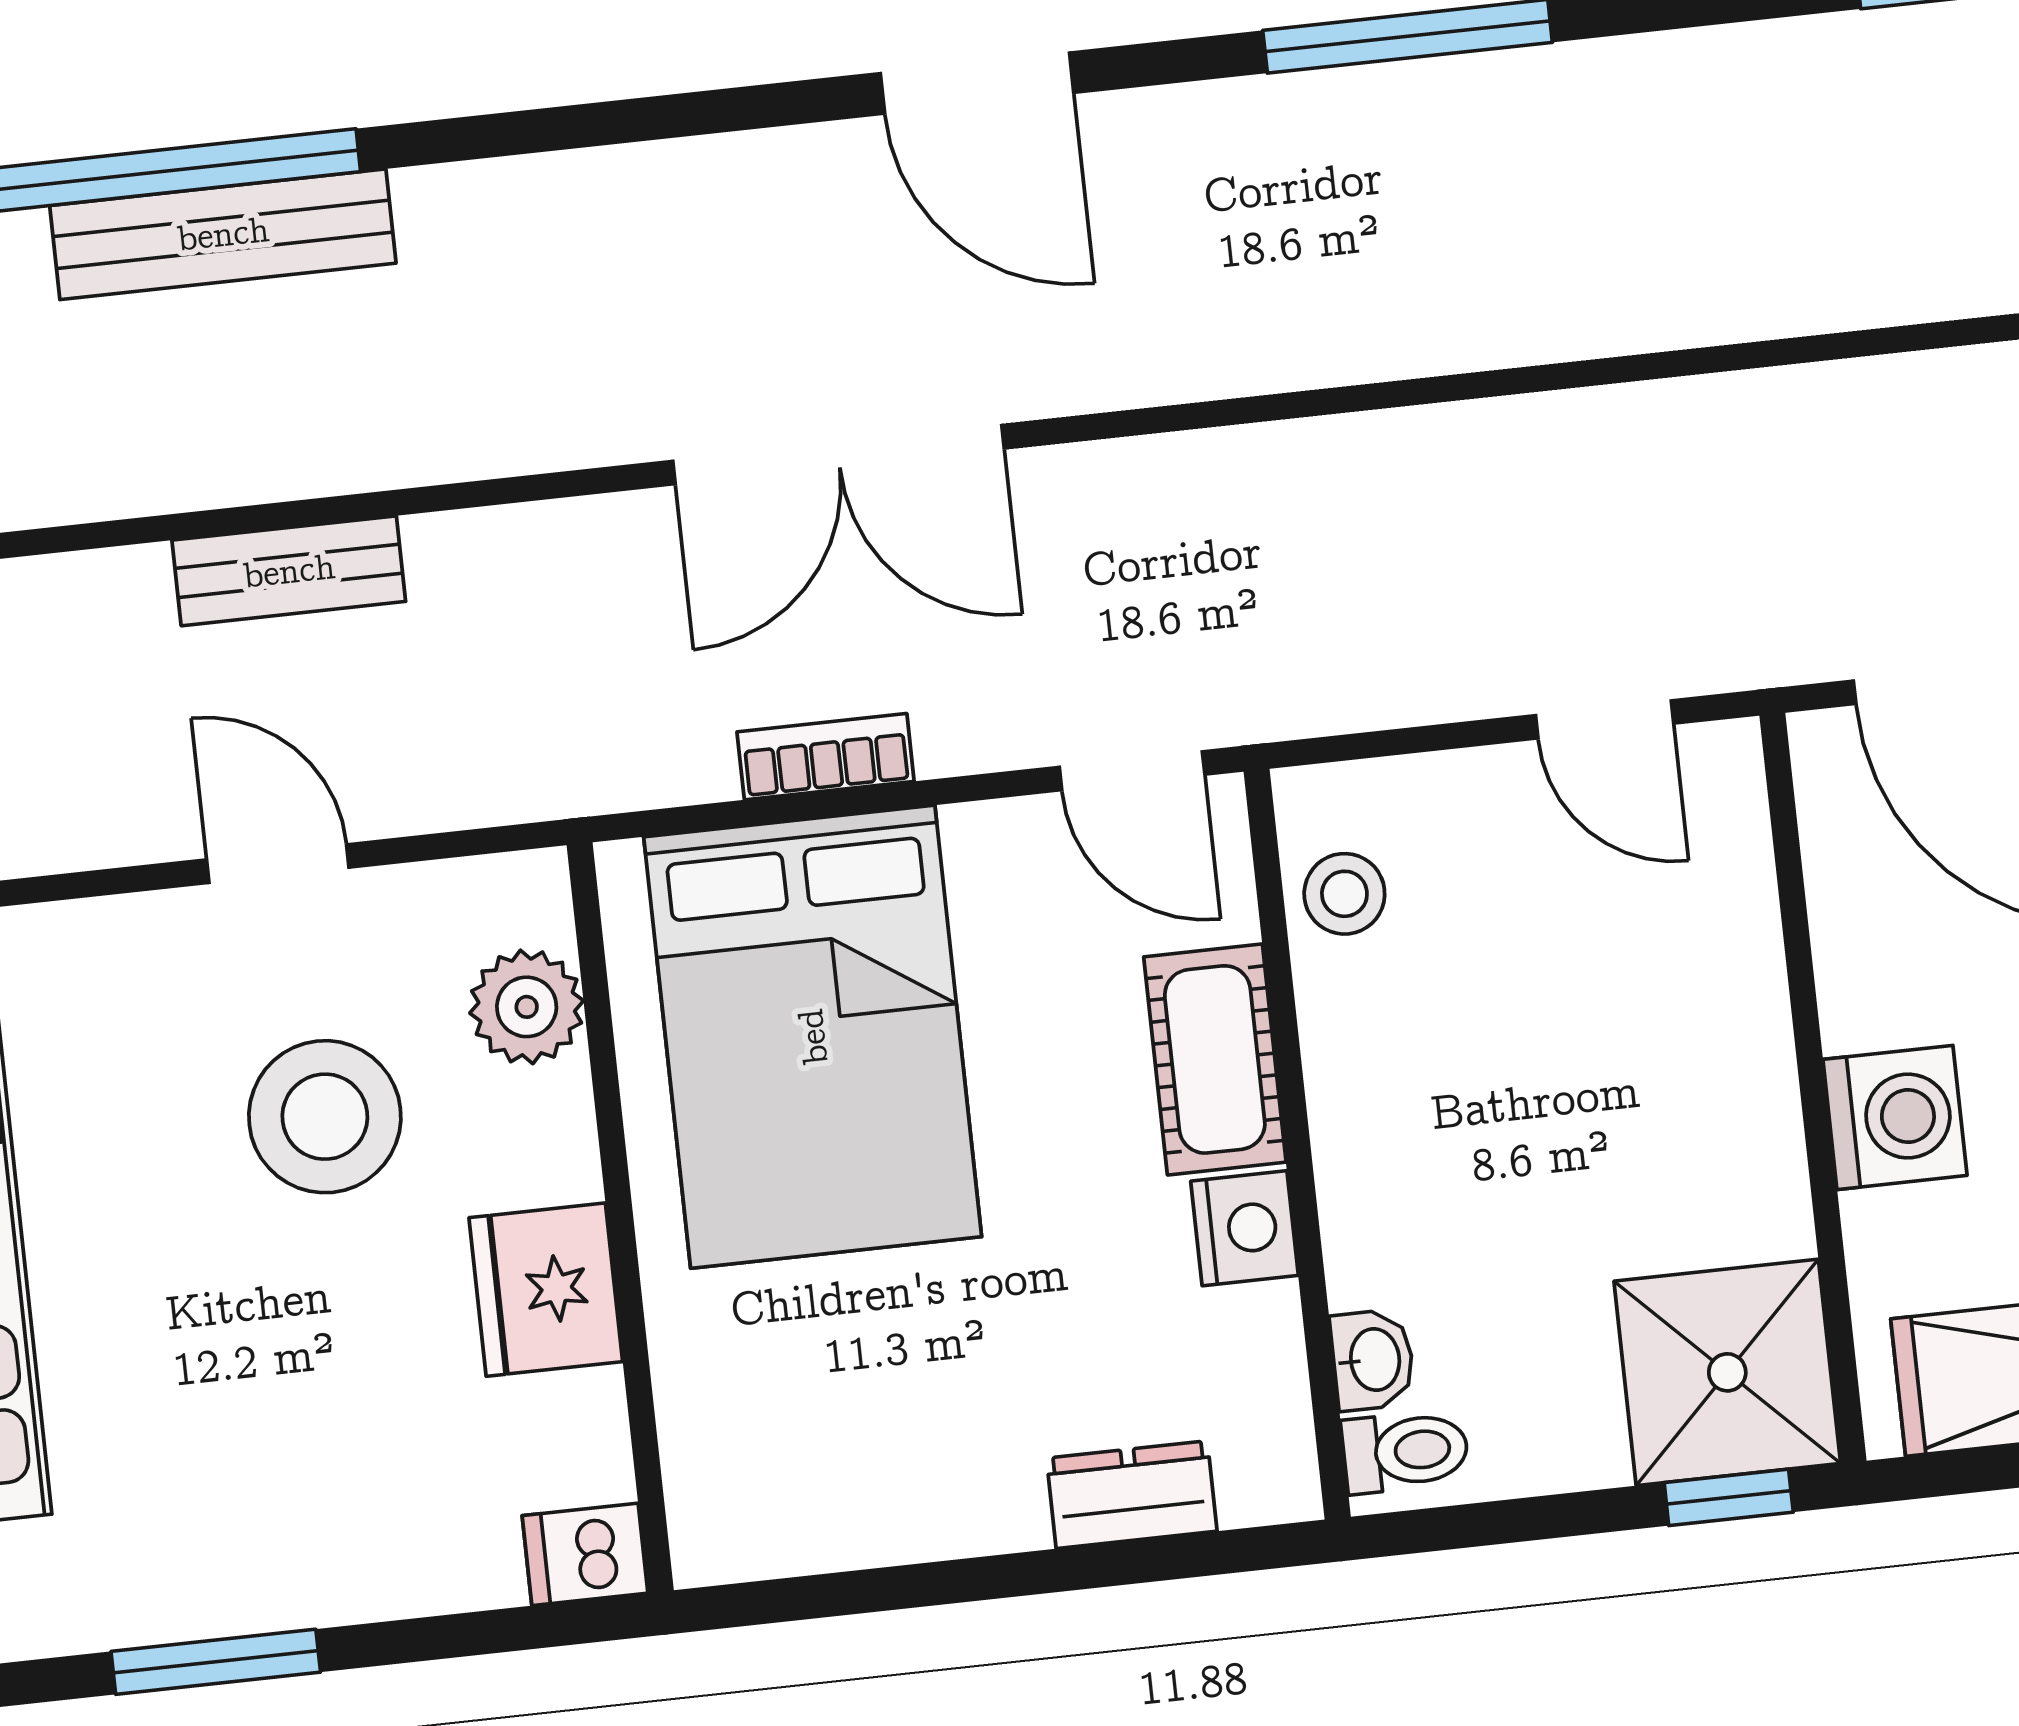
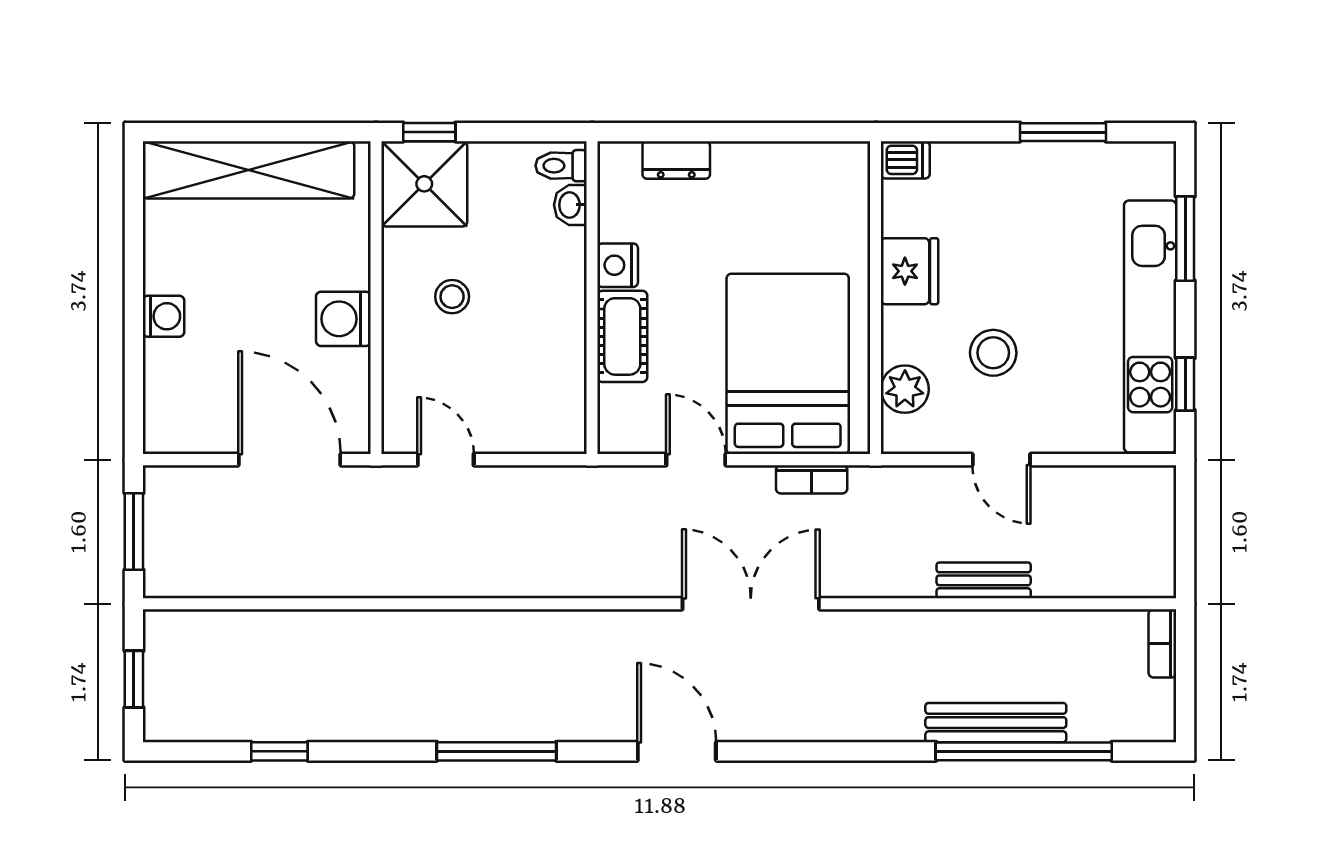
bookcase: (826, 757) -> (812, 479), moved
door: (1132, 771) -> (696, 460), moved
stool: (1344, 894) -> (452, 297), moved
stool: (325, 1117) -> (993, 353), width x0.73, depth x0.73
washing machine: (1895, 1117) -> (343, 319), moved

